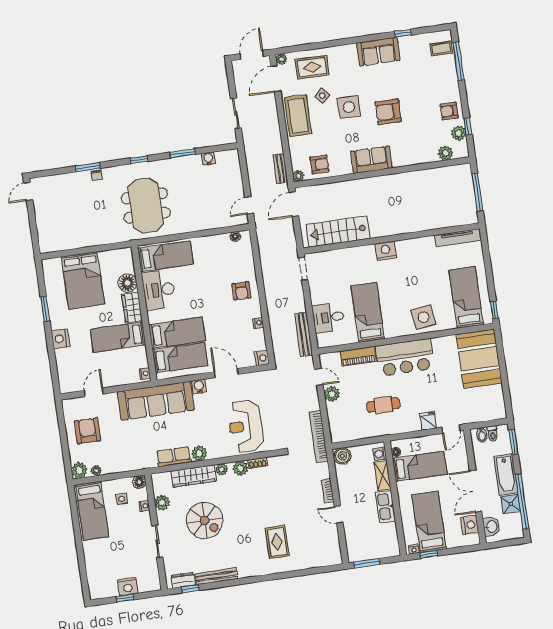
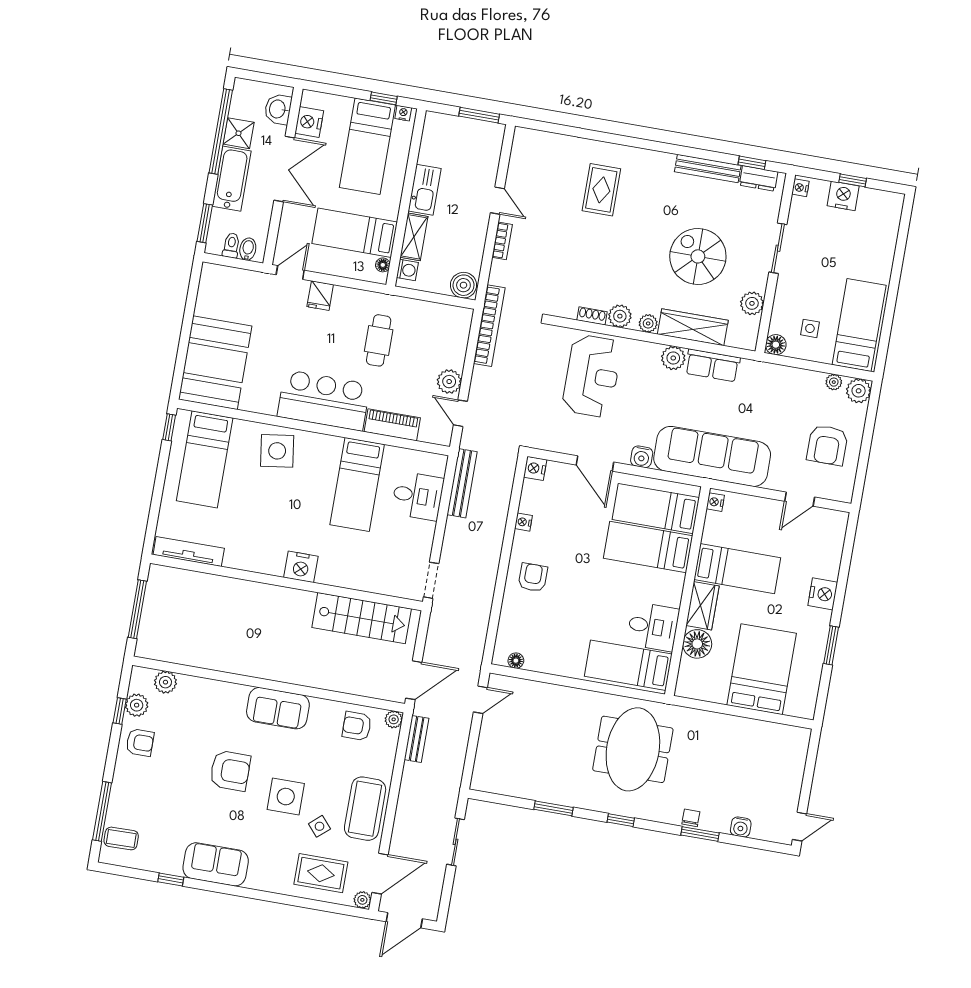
water cooler: (208, 159) -> (741, 827), moved
desk: (159, 290) -> (653, 627), width x0.73
cafe table: (383, 405) -> (379, 340), turned 90
nightstand: (144, 506) -> (800, 188), moved

